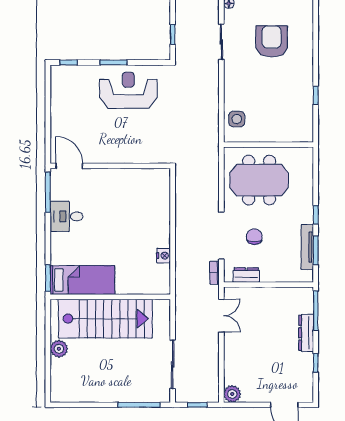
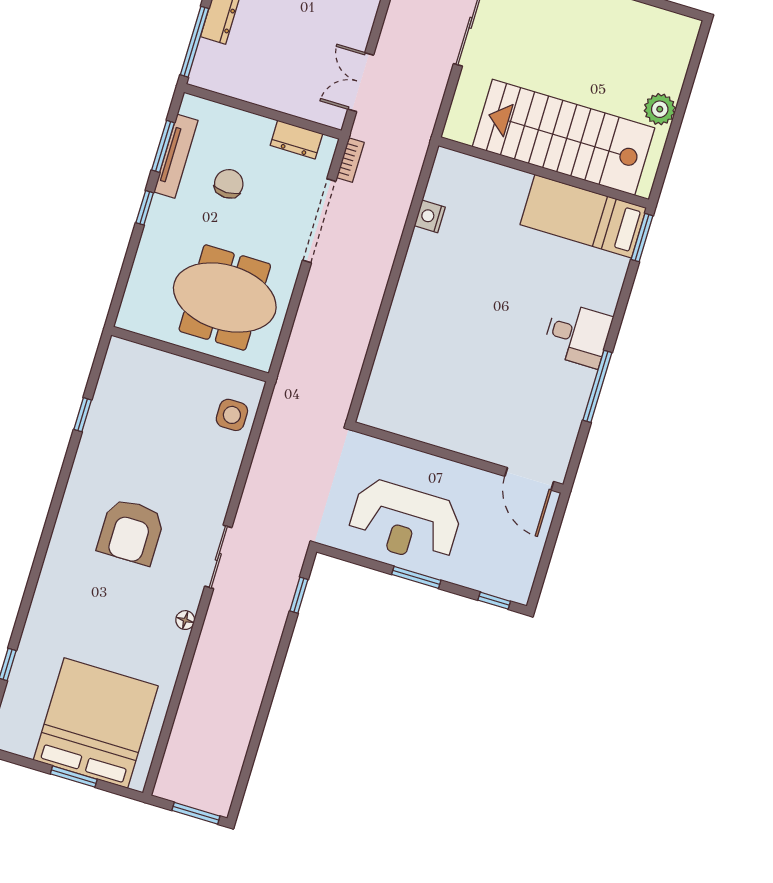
door: (69, 166) -> (529, 479), moved
wall: (110, 166) -> (458, 458), moved
chair: (254, 237) -> (229, 184), moved, turned 180

